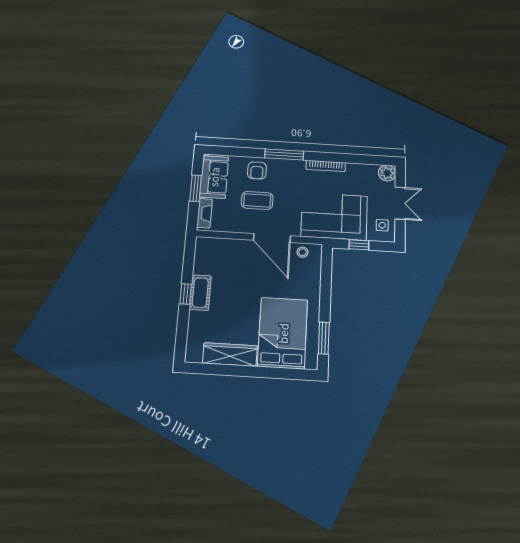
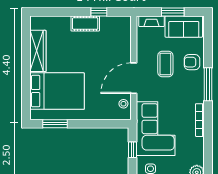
window: (186, 294) -> (99, 12), moved

